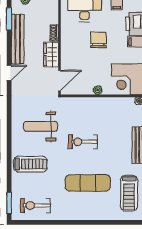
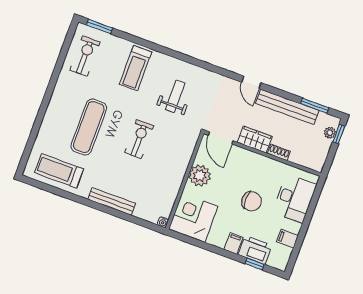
plant: (98, 90) -> (200, 176), width x1.88, depth x1.88
weight bench: (41, 126) -> (175, 96), width x0.73, depth x0.75

